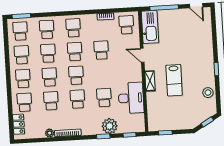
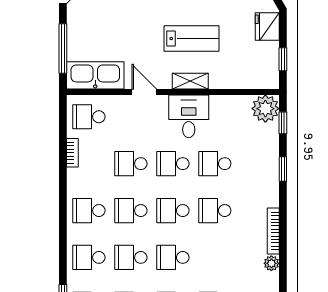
door: (142, 55) -> (144, 92), swing flipped
desk: (131, 98) -> (189, 116), moved, width x0.73
school desk: (51, 101) -> (173, 164), moved
fridge: (183, 123) -> (267, 27), added
plant: (110, 126) -> (265, 109), moved

